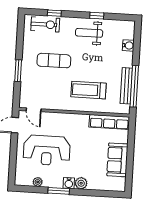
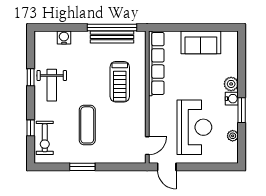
exercise bike: (45, 24) -> (45, 138), turned 180
window: (18, 71) -> (82, 167), moved
row of seats: (109, 122) -> (156, 63), width x1.36

